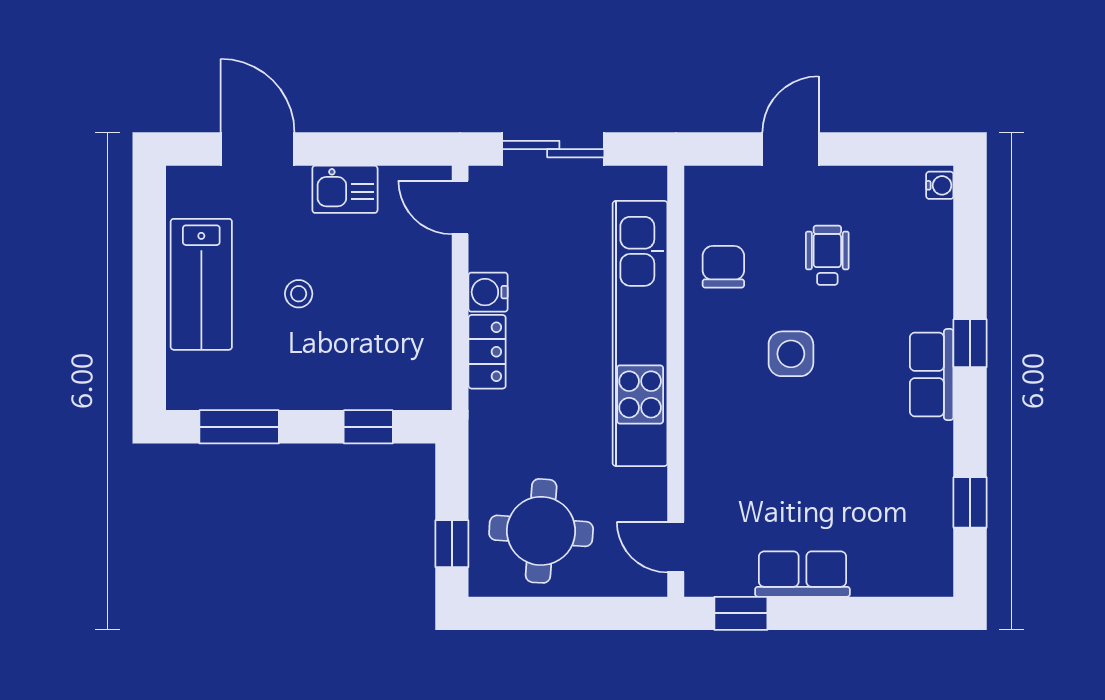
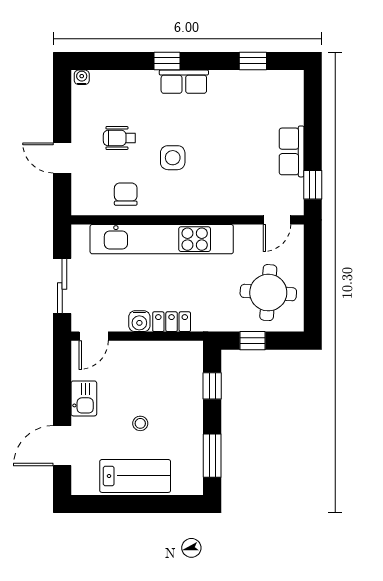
chair: (723, 267) -> (126, 194), turned 90
window: (452, 544) -> (253, 341), moved

